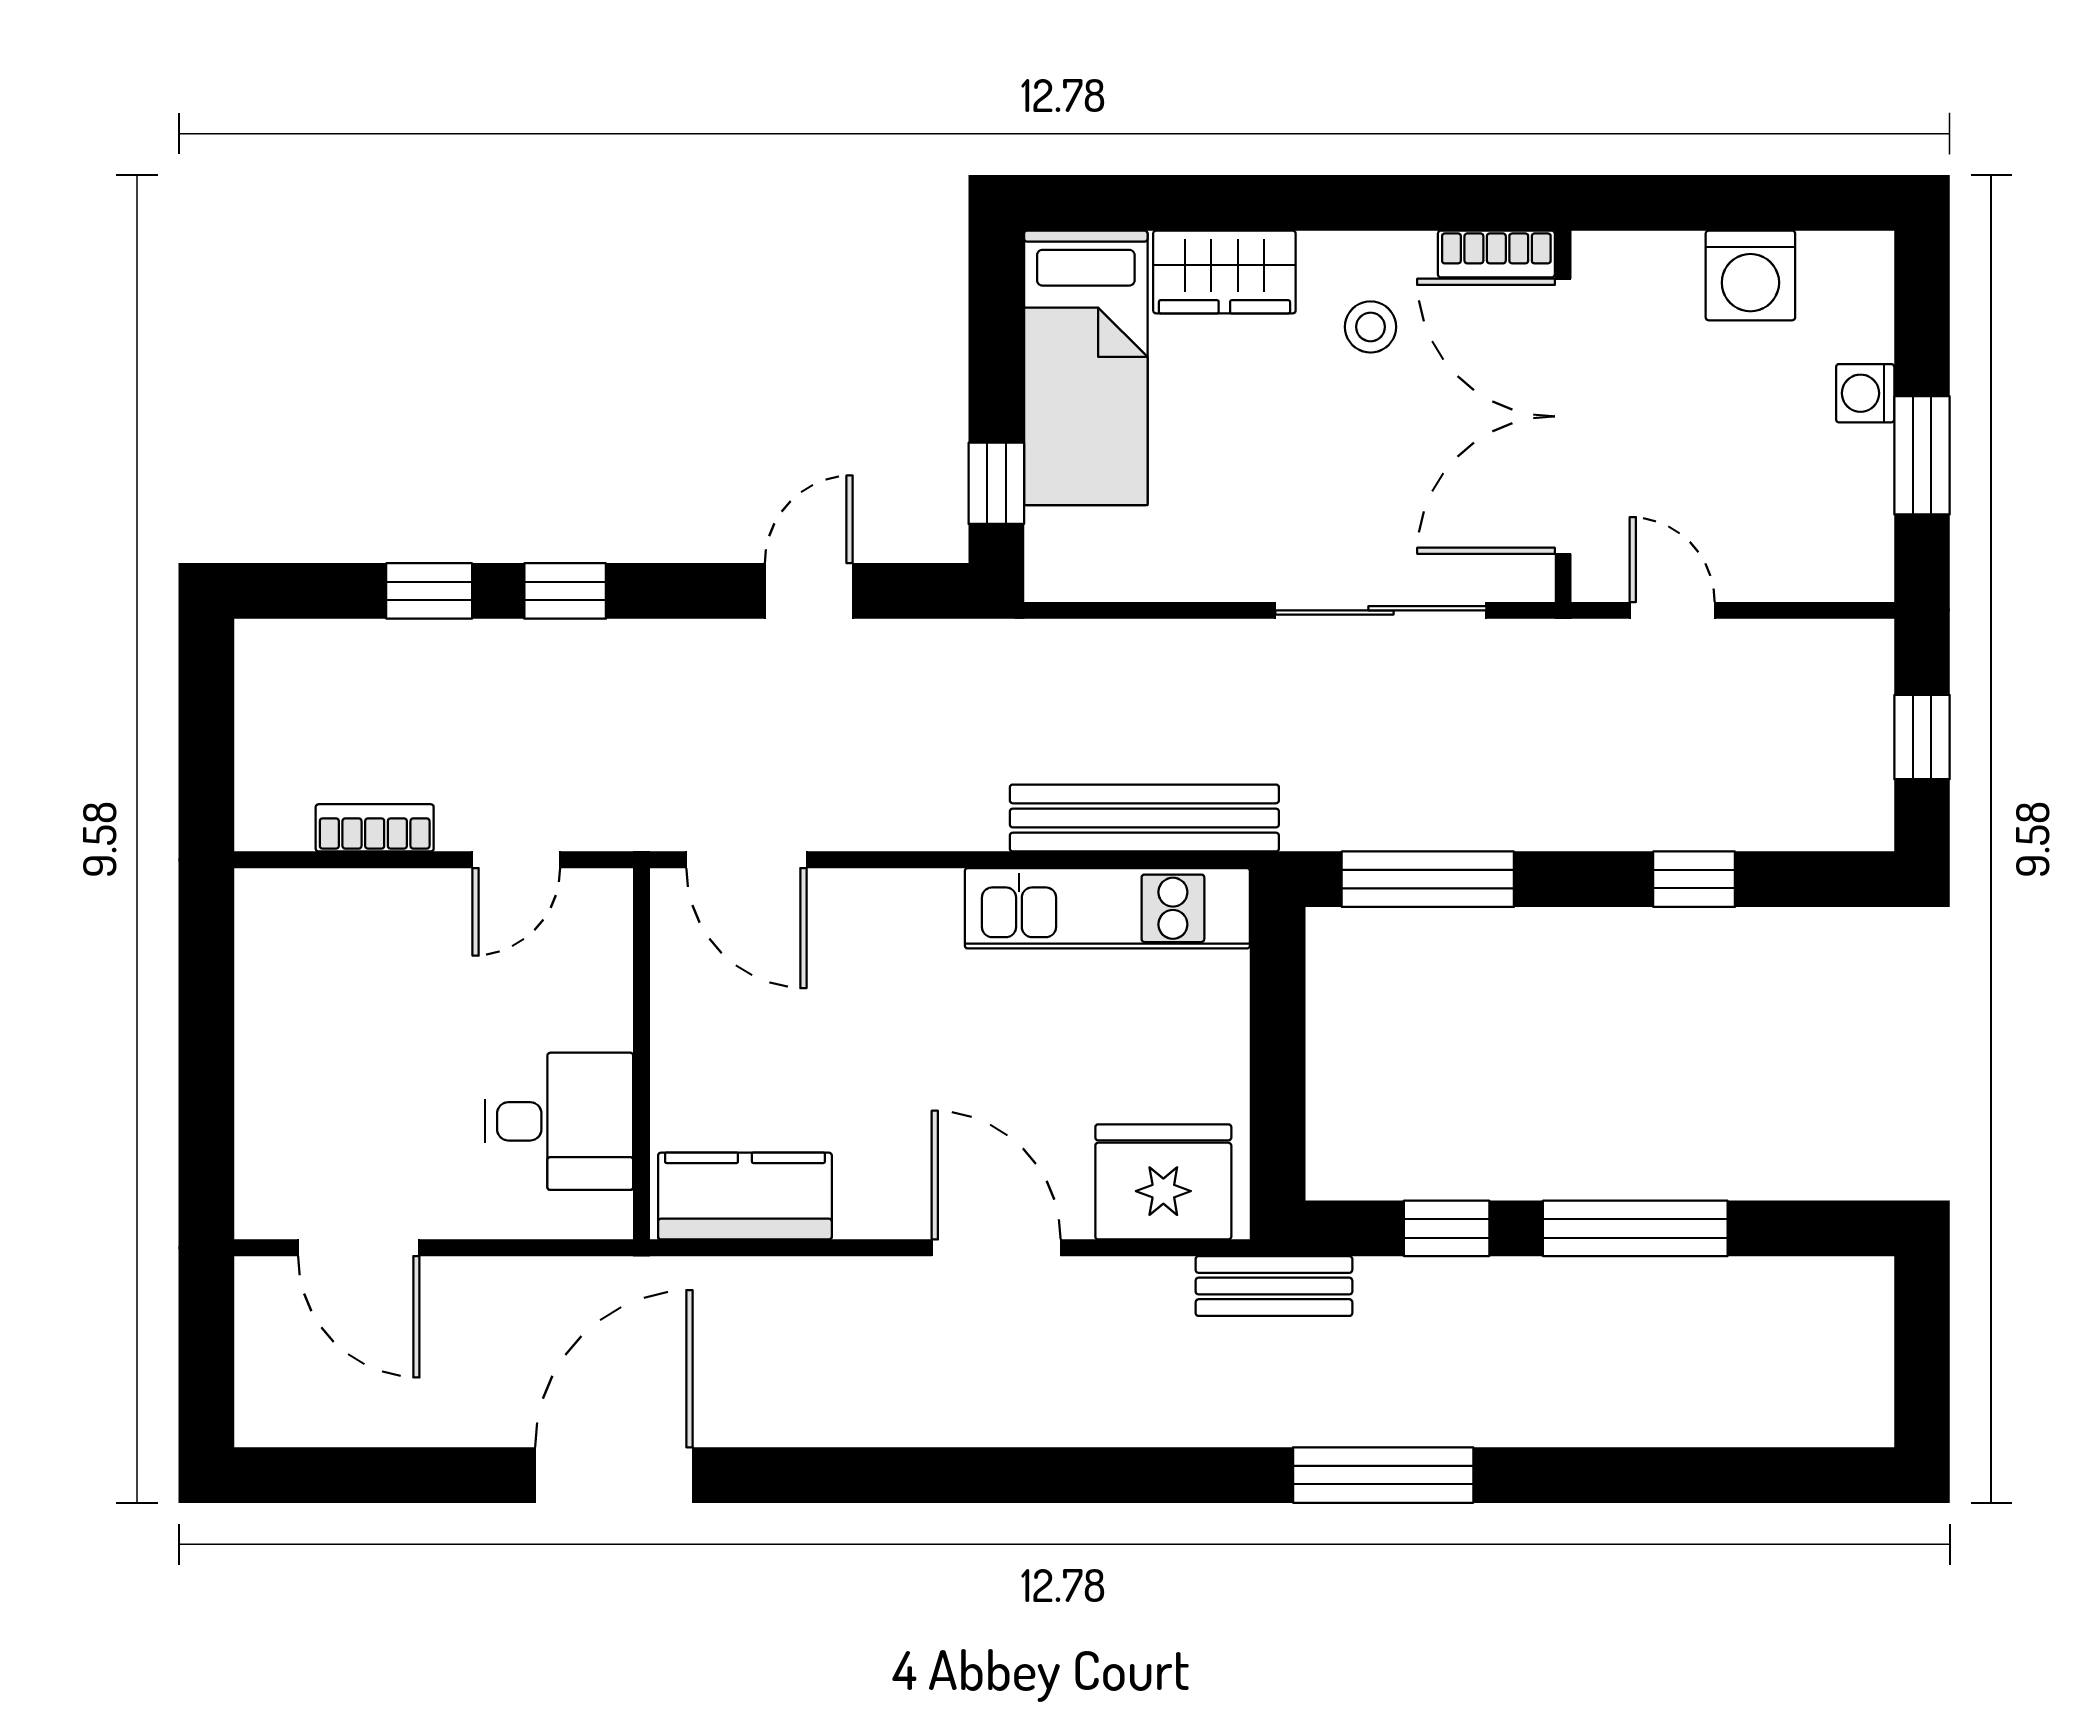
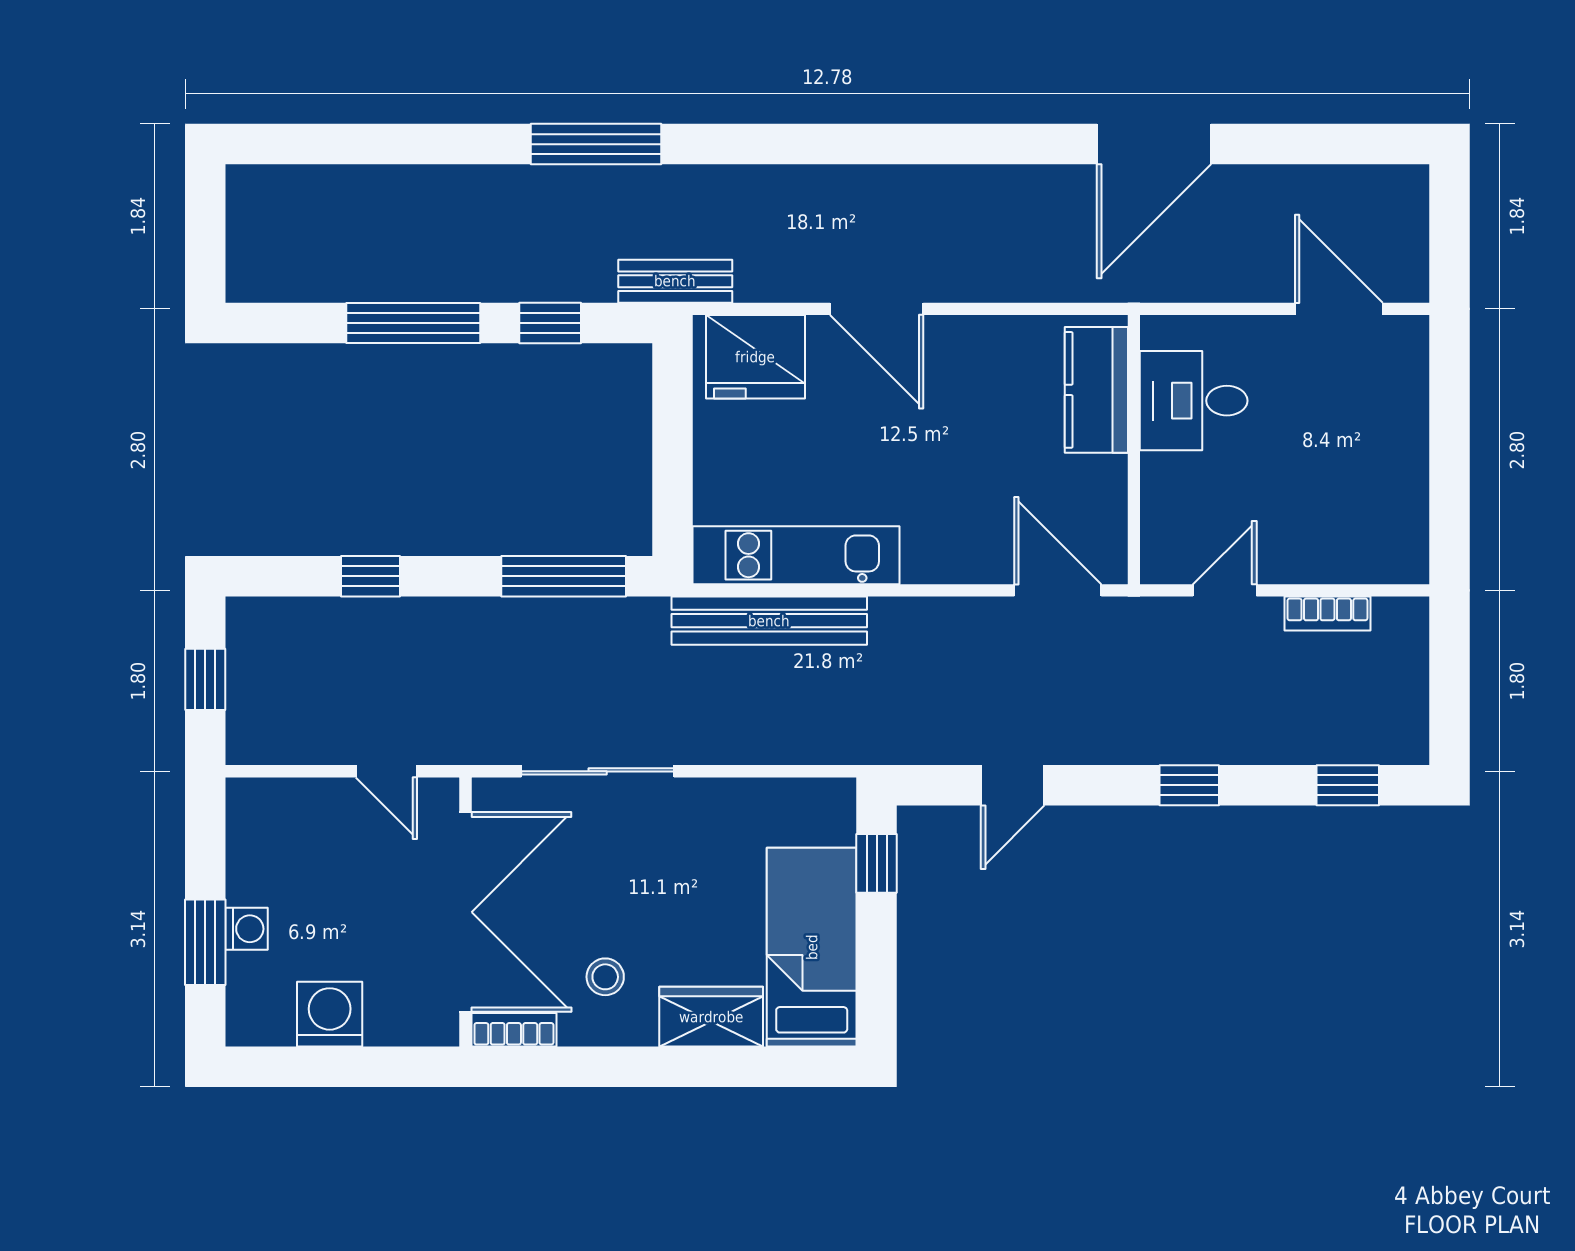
window: (1922, 455) -> (205, 942), moved
window: (429, 591) -> (1348, 785), moved
kitchen counter: (745, 1196) -> (1096, 390), moved, turned 90

